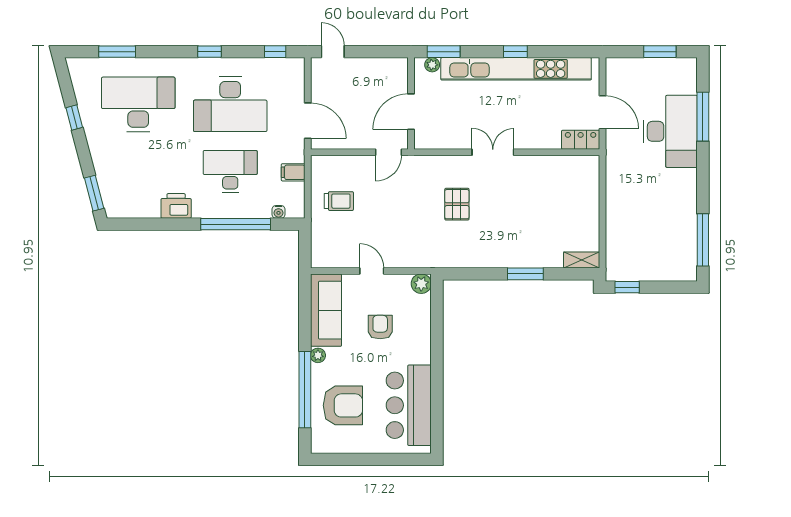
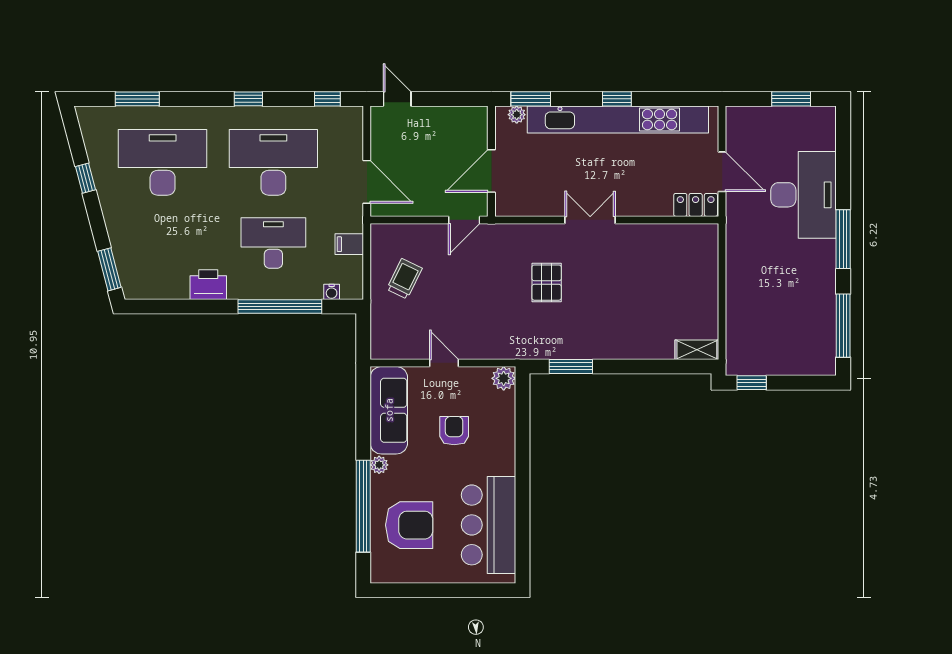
desk: (230, 104) -> (273, 162), turned 180
window: (703, 117) -> (843, 239), moved
trolley: (339, 201) -> (404, 279), turned -64
window: (525, 274) -> (571, 366), moved

